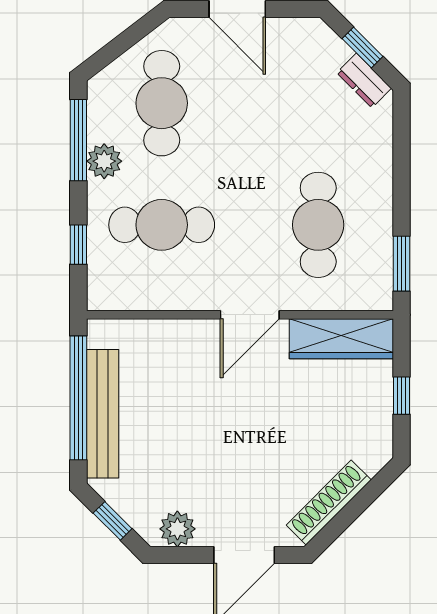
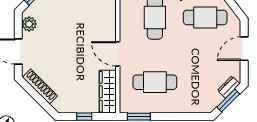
window: (362, 47) -> (228, 100), width x1.50
dresser: (364, 81) -> (229, 87), moved

